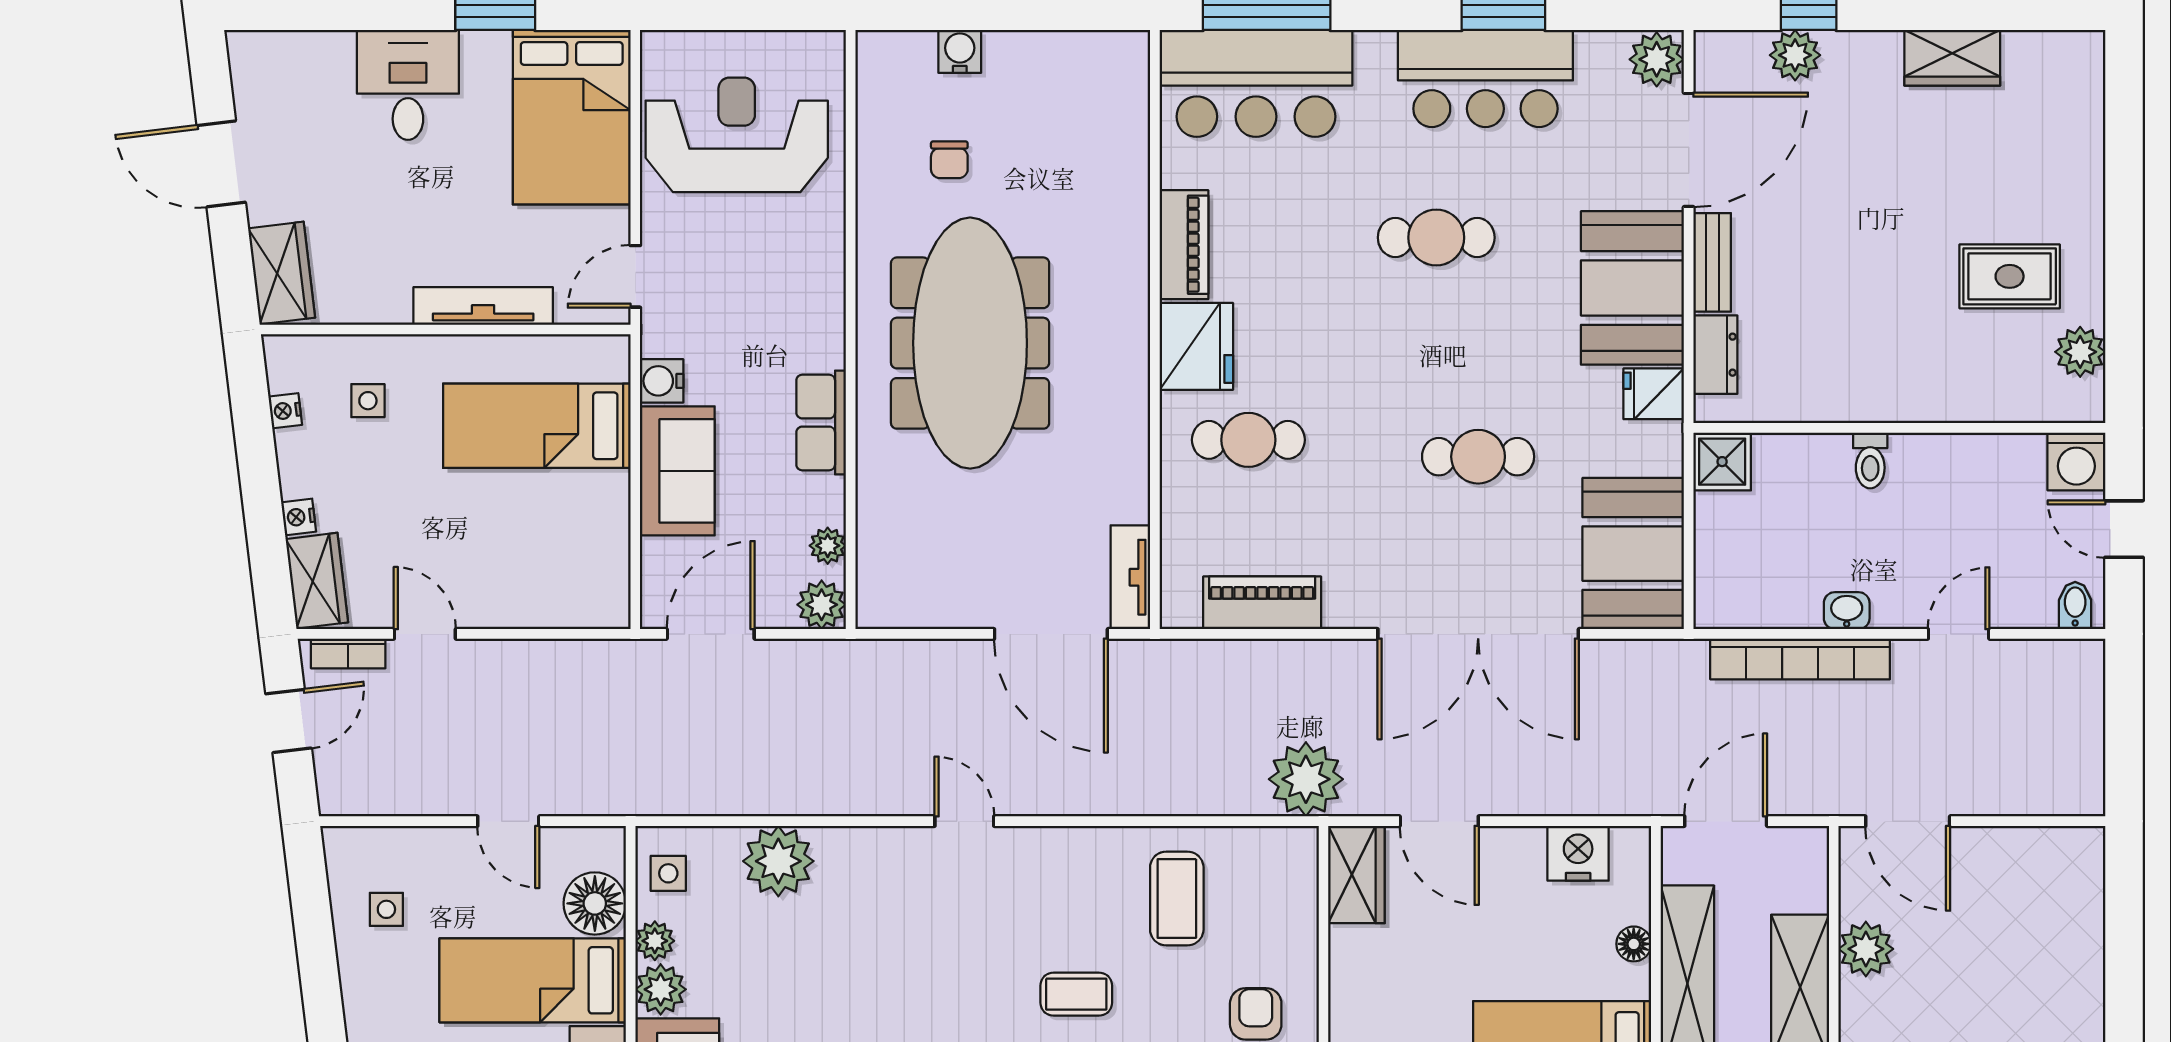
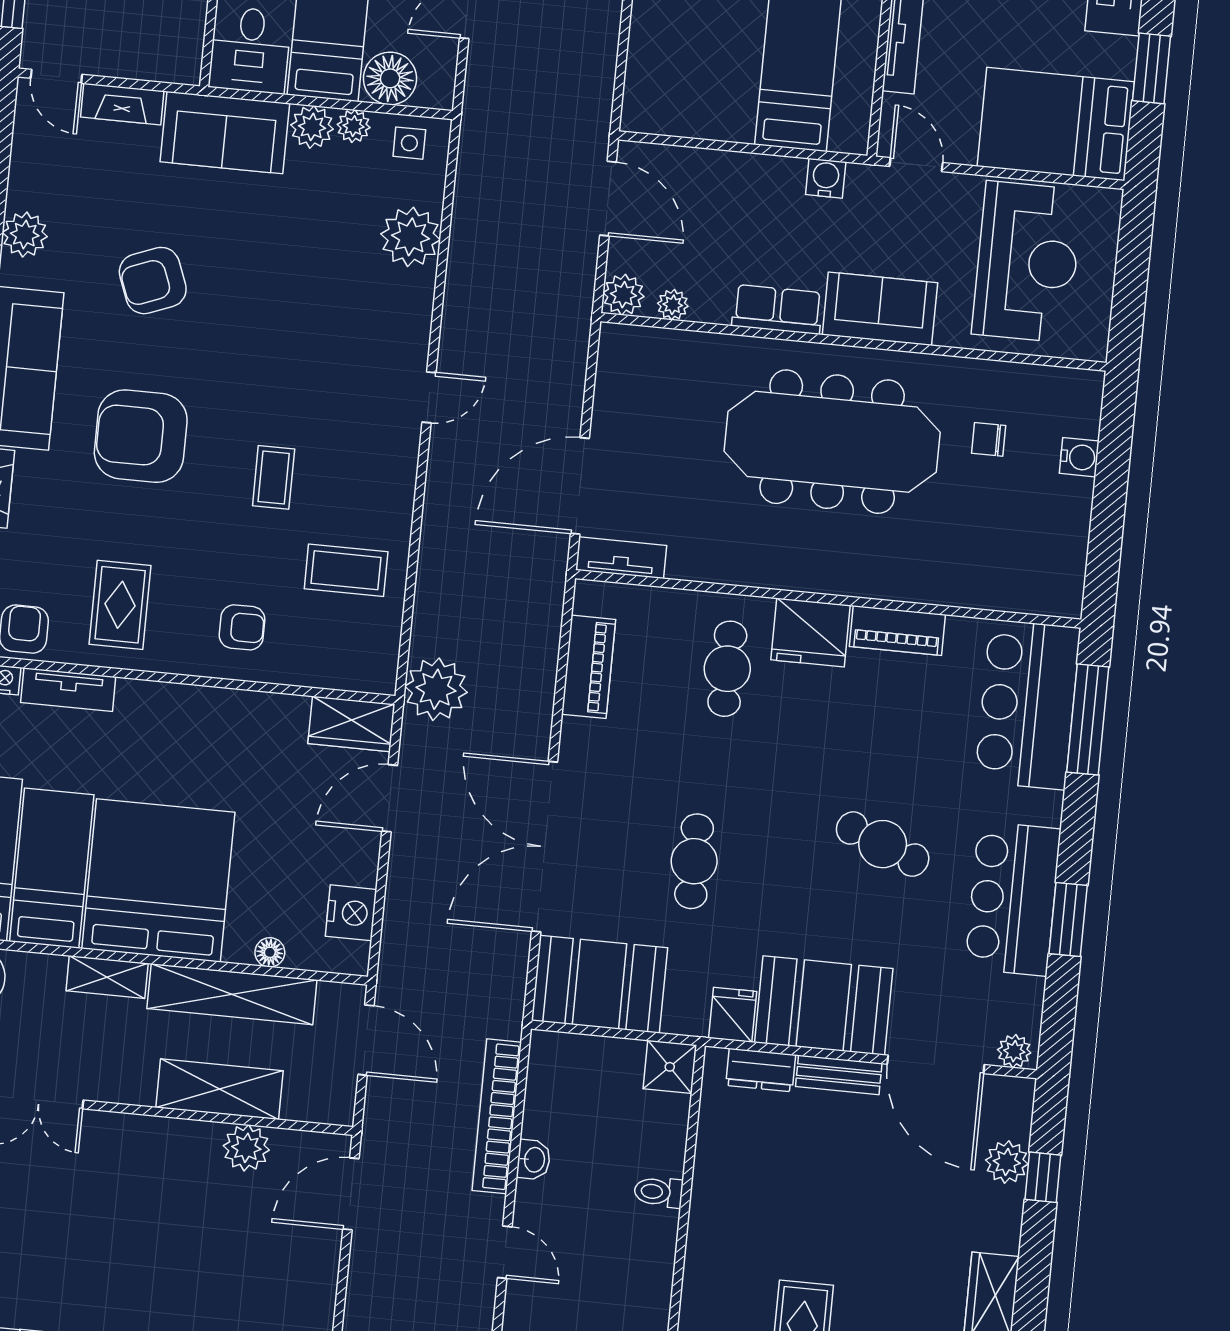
plant: (1657, 59) -> (1014, 1051), width x0.73, depth x0.73
cafe table: (1436, 238) -> (883, 844), turned -68
sofa: (677, 471) -> (880, 309), moved, turned 180

